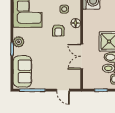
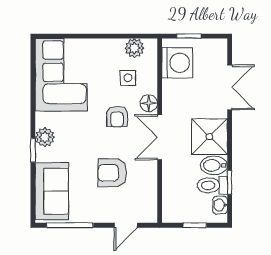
double door: (82, 57) -> (160, 137), moved
armchair: (56, 61) -> (112, 173), added
door: (63, 90) -> (126, 225), hinge flipped

